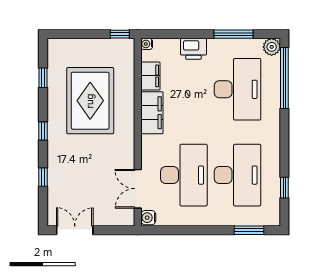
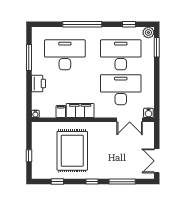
window: (120, 34) -> (29, 156), moved
plant: (272, 47) -> (148, 33), moved
filing cabinet: (150, 76) -> (61, 111), width x0.50
window: (284, 78) -> (82, 24), moved
rug: (90, 101) -> (72, 151), turned 90
window: (43, 177) -> (122, 182), width x2.17

